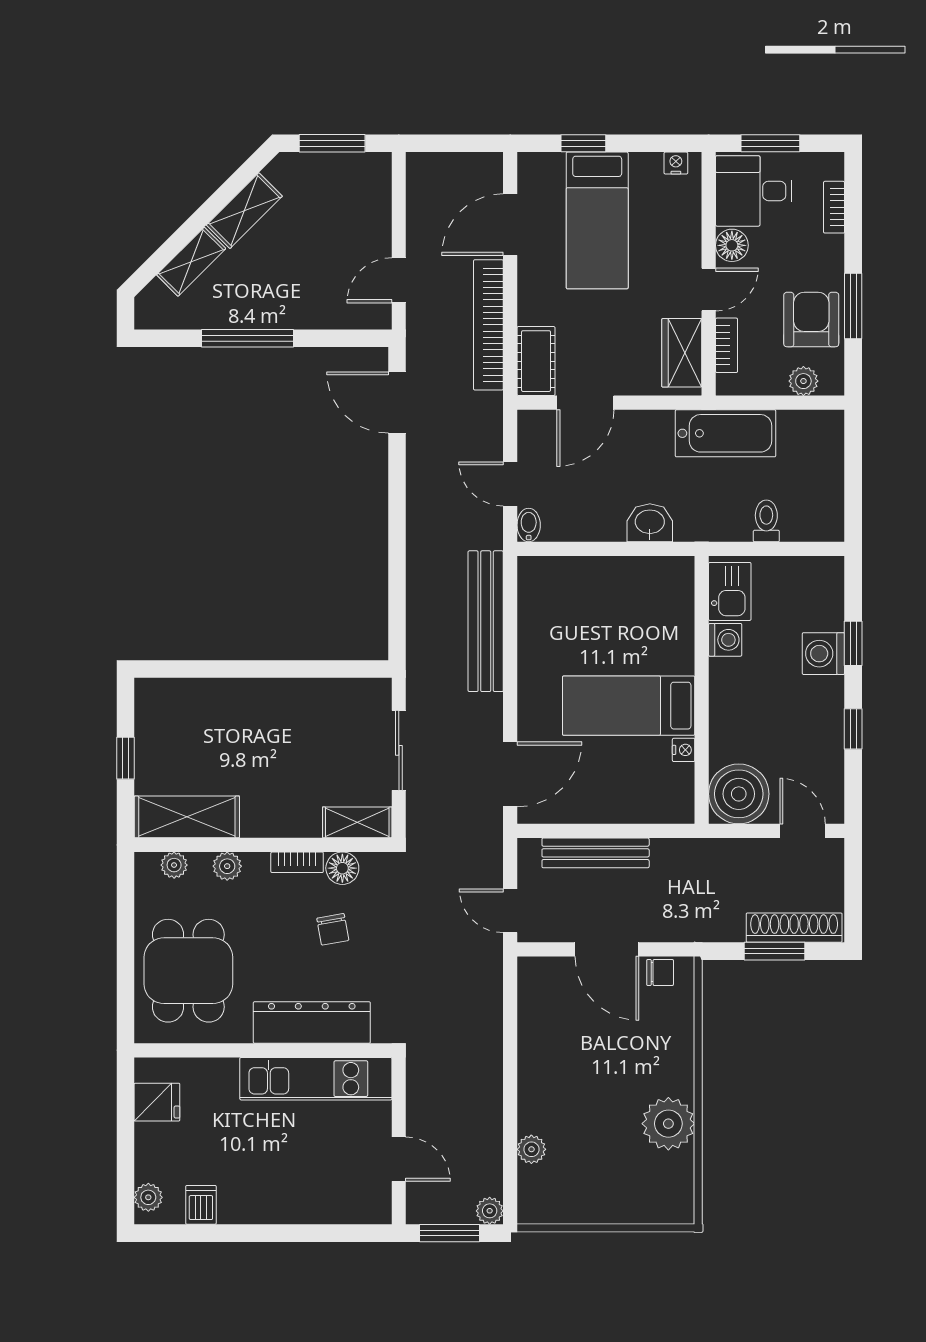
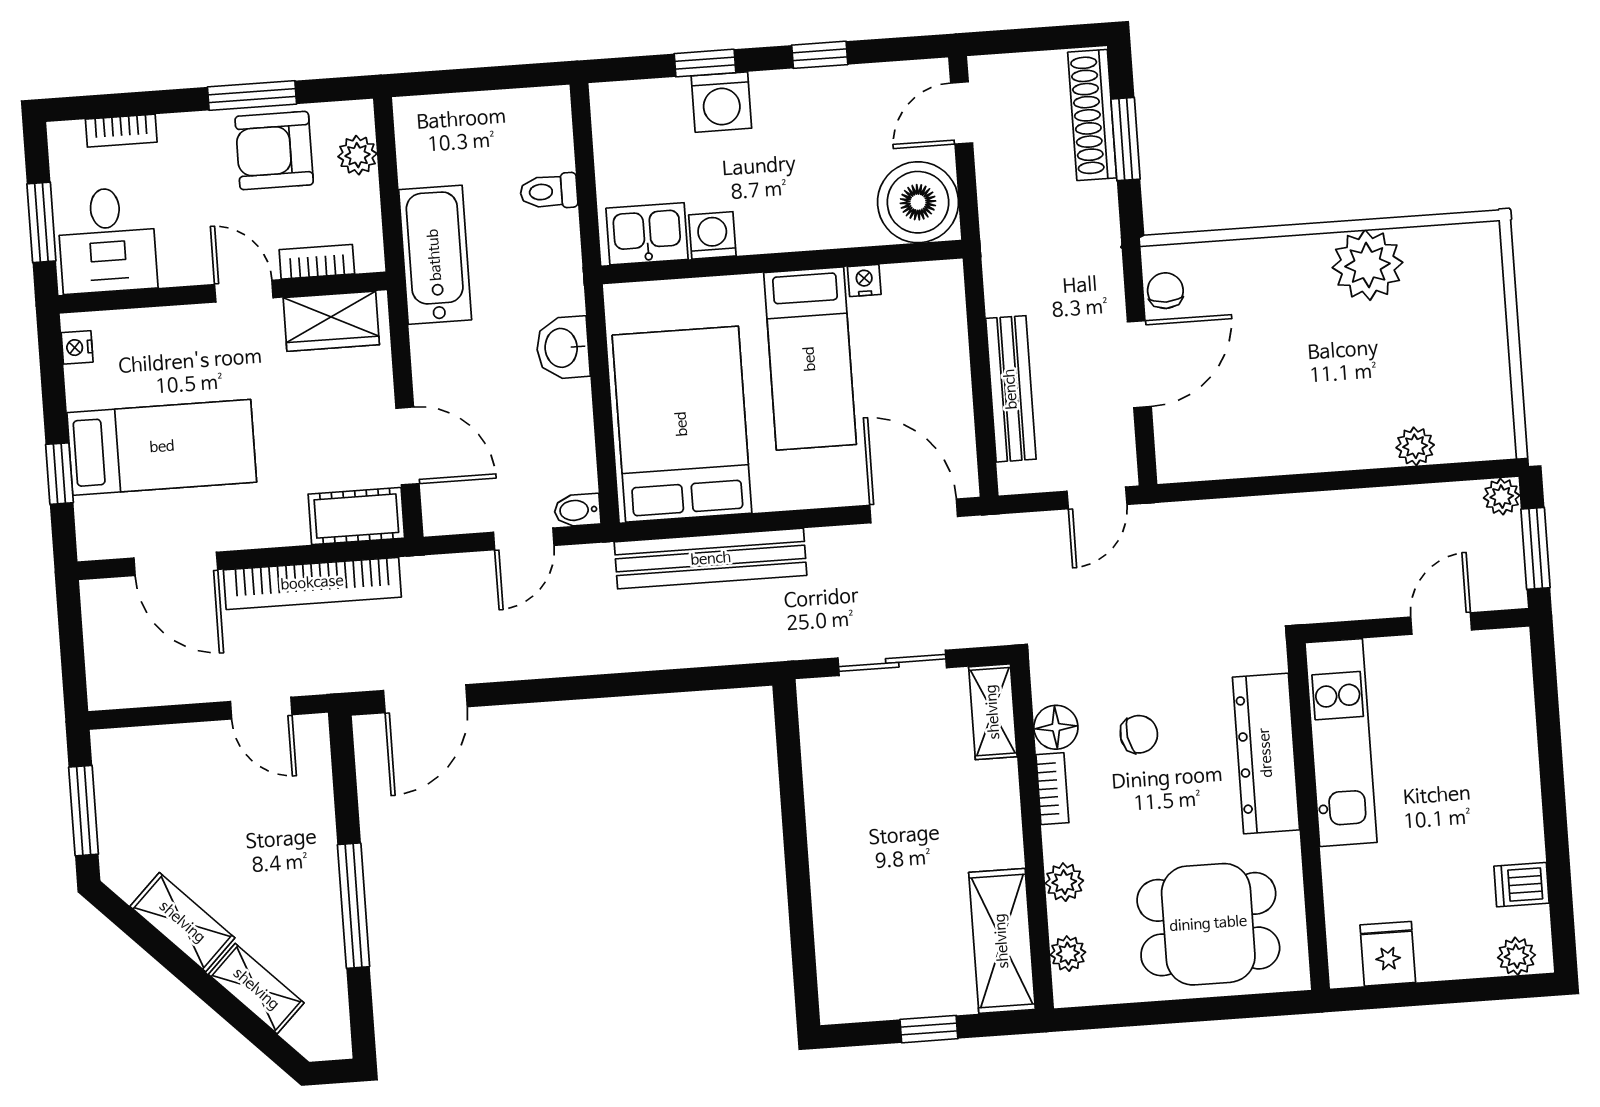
floor lamp: (732, 245) -> (182, 264), removed
bed: (587, 607) -> (682, 424), added

